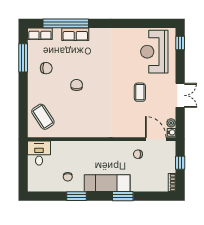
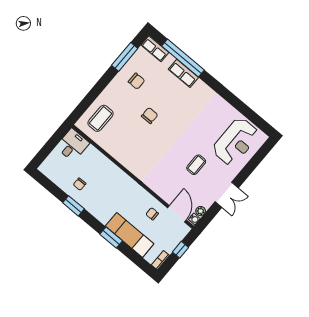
window: (180, 43) -> (263, 152), removed
reception desk: (154, 52) -> (236, 142), turned 180
coffee table: (43, 117) -> (101, 118), turned 33
exam couch: (107, 183) -> (130, 235), moved

